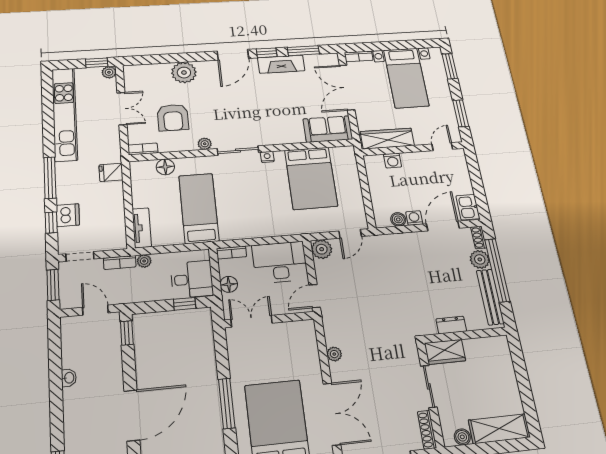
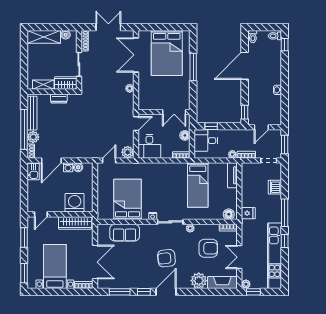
fireplace: (281, 64) -> (222, 283), moved
armchair: (238, 100) -> (166, 258), added
armchair: (173, 118) -> (208, 248), turned 90
sofa: (328, 129) -> (125, 233), moved
washing machine: (393, 161) -> (75, 203), width x1.89, depth x1.89
floor lamp: (165, 167) -> (229, 214), moved
window: (51, 223) -> (285, 241), moved
desk: (280, 262) -> (149, 146), width x0.73
door: (95, 310) -> (261, 127), hinge flipped
shelving: (482, 345) -> (43, 85), added

